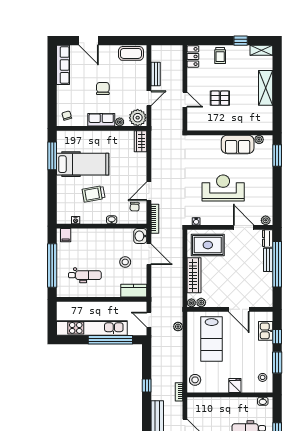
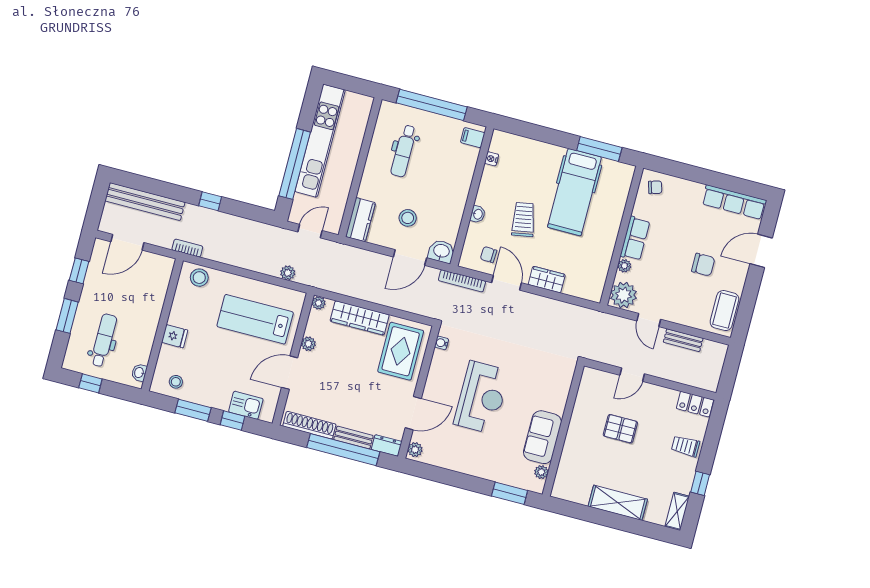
chair: (103, 89) -> (703, 265), moved
pallet: (220, 98) -> (620, 429), turned 90
wardrobe: (141, 141) -> (547, 280), moved
trolley: (94, 194) -> (523, 220), moved
shoe rack: (268, 289) -> (309, 425), added
plant: (201, 303) -> (308, 344), moved

